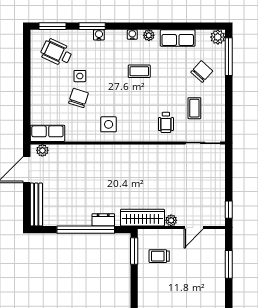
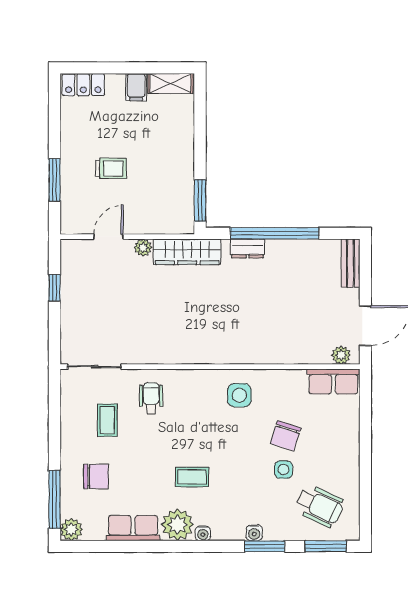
plant: (149, 35) -> (178, 525), width x1.88, depth x1.88
chair: (202, 72) -> (96, 477), turned -132
bench: (36, 204) -> (351, 263), width x0.73
window: (229, 210) -> (54, 288), moved
trolley: (159, 256) -> (111, 168), moved

